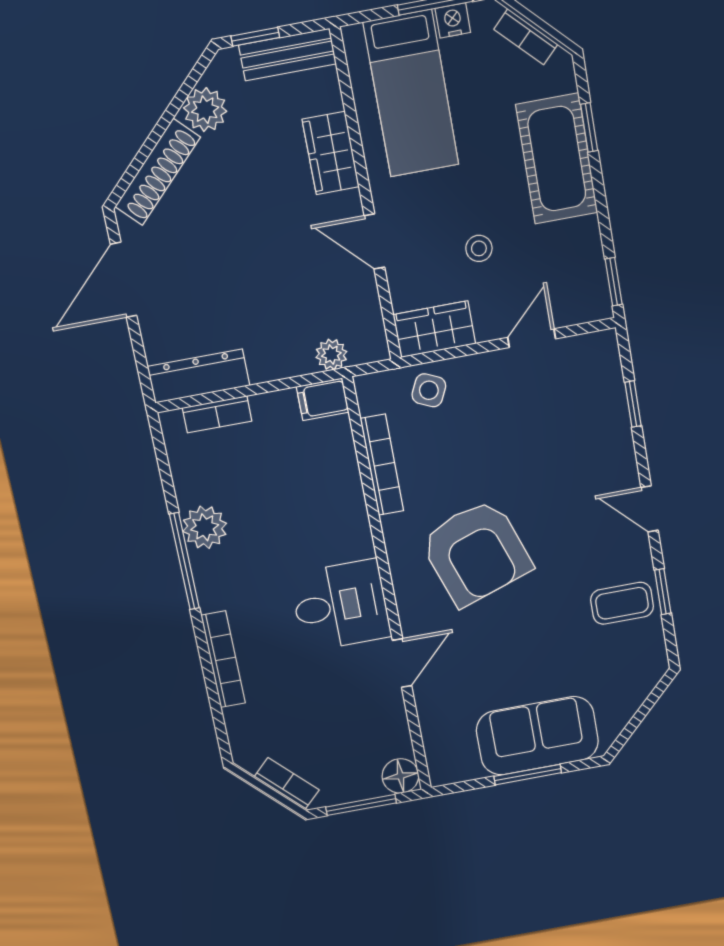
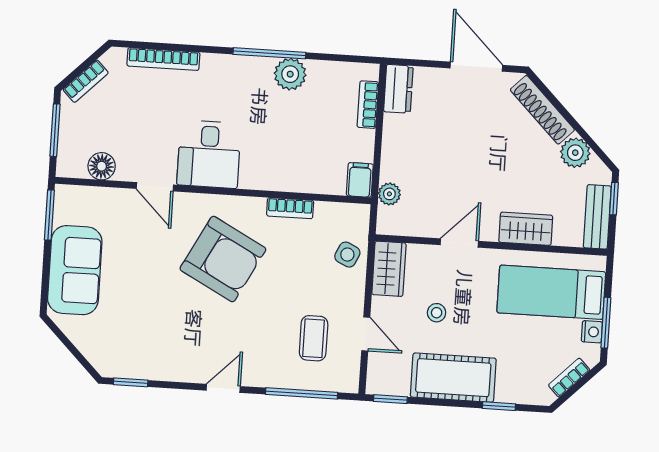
cot: (557, 159) -> (453, 378), moved
dresser: (199, 376) -> (398, 89), width x0.70
window: (633, 404) -> (302, 393), width x2.17
bookcase: (382, 465) -> (290, 208), width x0.64
armchair: (476, 553) -> (223, 259), turned -133
window: (663, 592) -> (131, 382), moved
coffee table: (622, 603) -> (314, 338), moved
bookcase: (223, 659) -> (163, 59), moved
window: (528, 775) -> (49, 215), moved
floor lamp: (400, 776) -> (102, 166), moved

